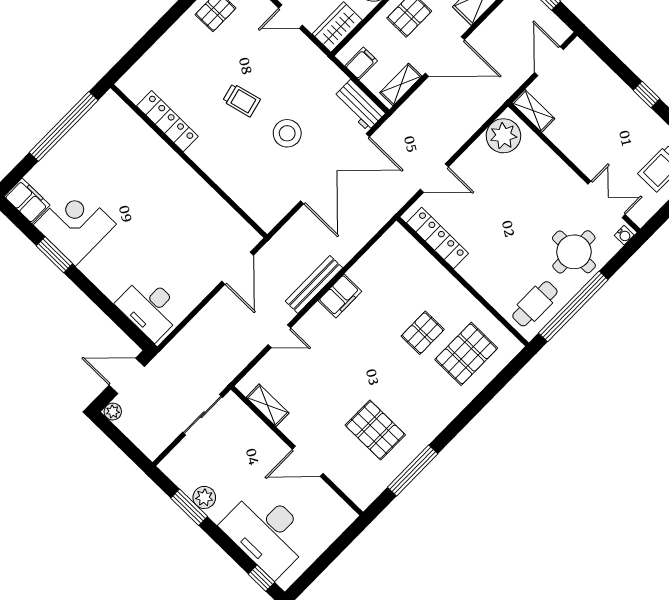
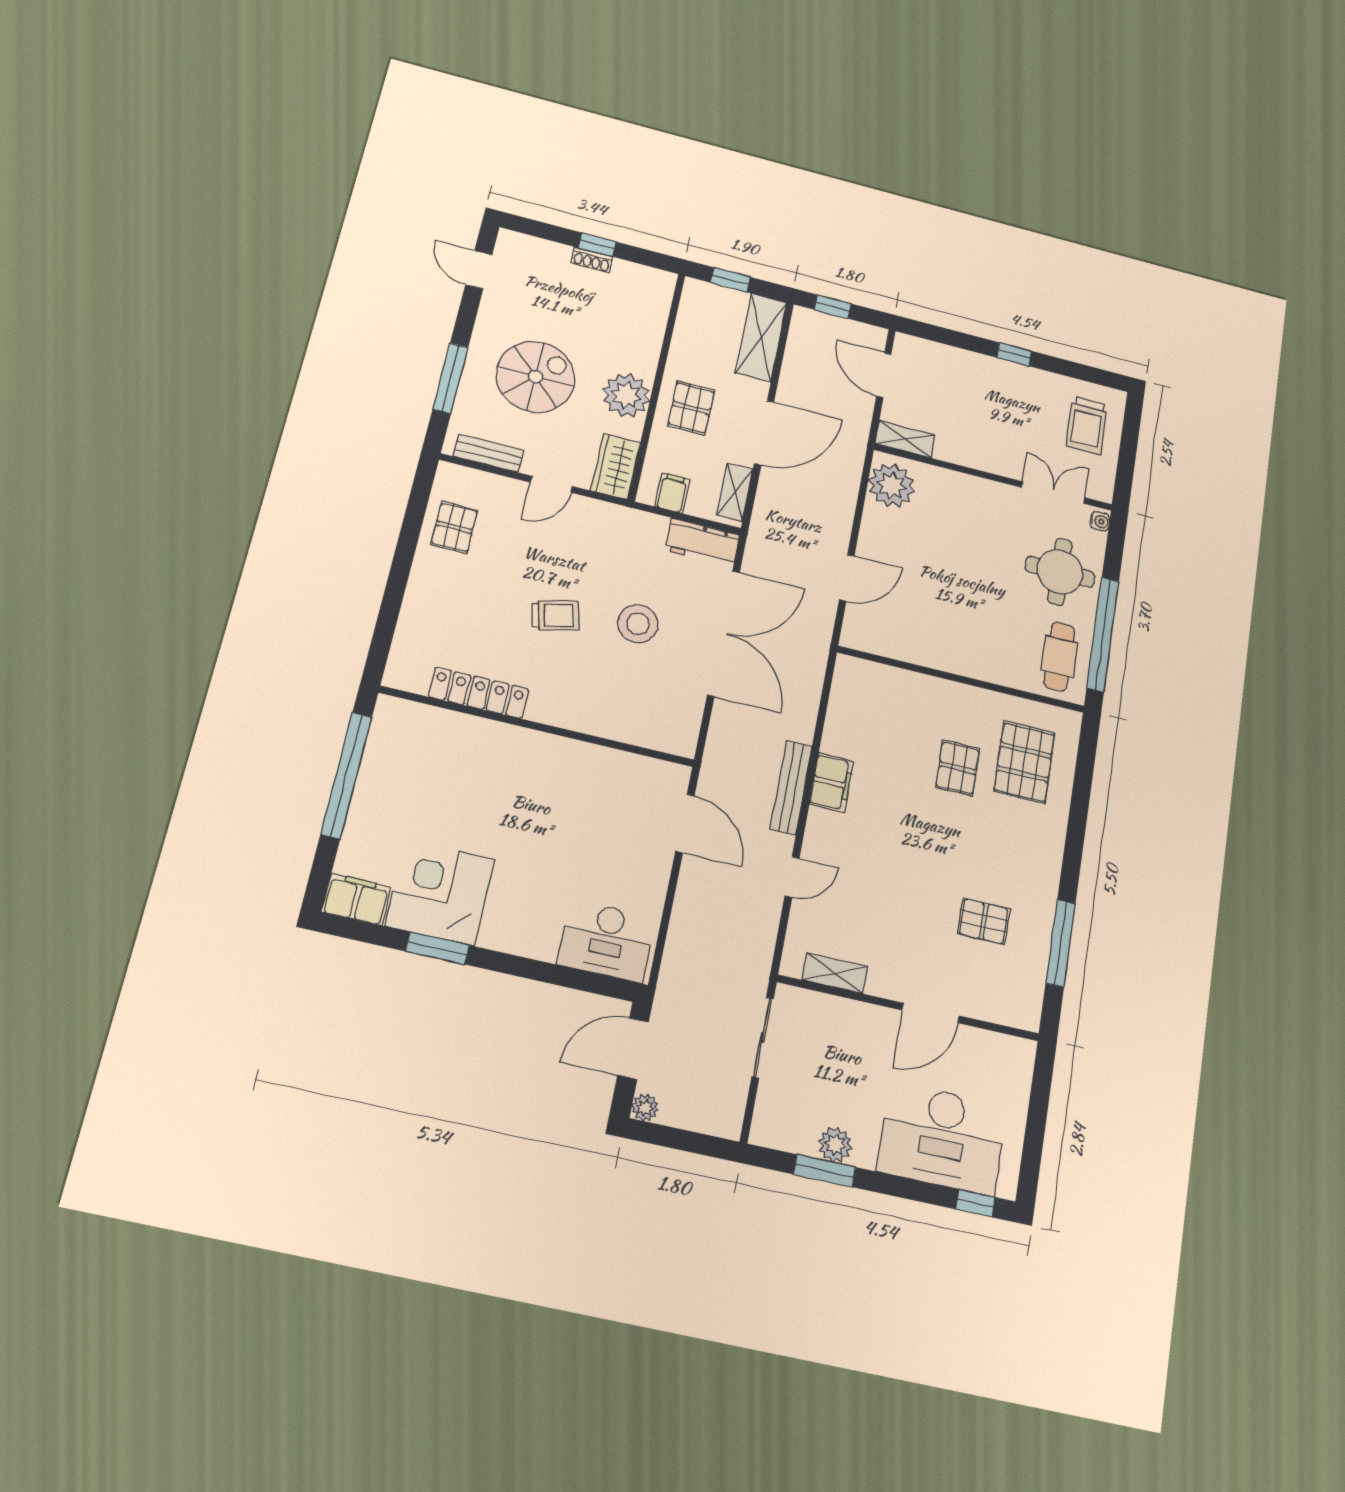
locker: (438, 238) -> (898, 645), removed
pallet: (375, 430) -> (984, 921), width x0.67, depth x0.71

